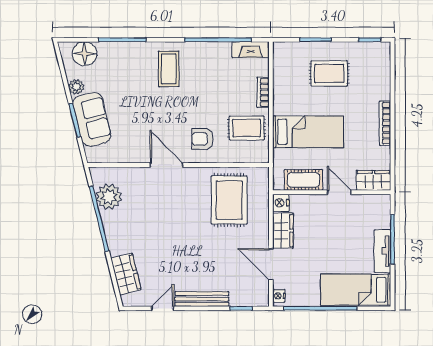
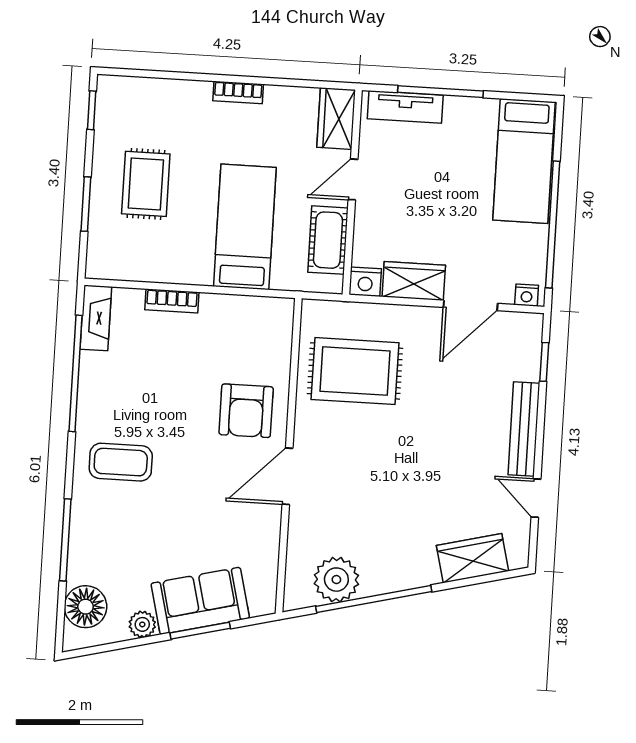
bookcase: (385, 123) -> (238, 92), width x0.64
rug: (247, 128) -> (232, 333), removed
armchair: (203, 139) -> (246, 411), width x1.38, depth x1.38
tv unit: (383, 251) -> (405, 107), moved

